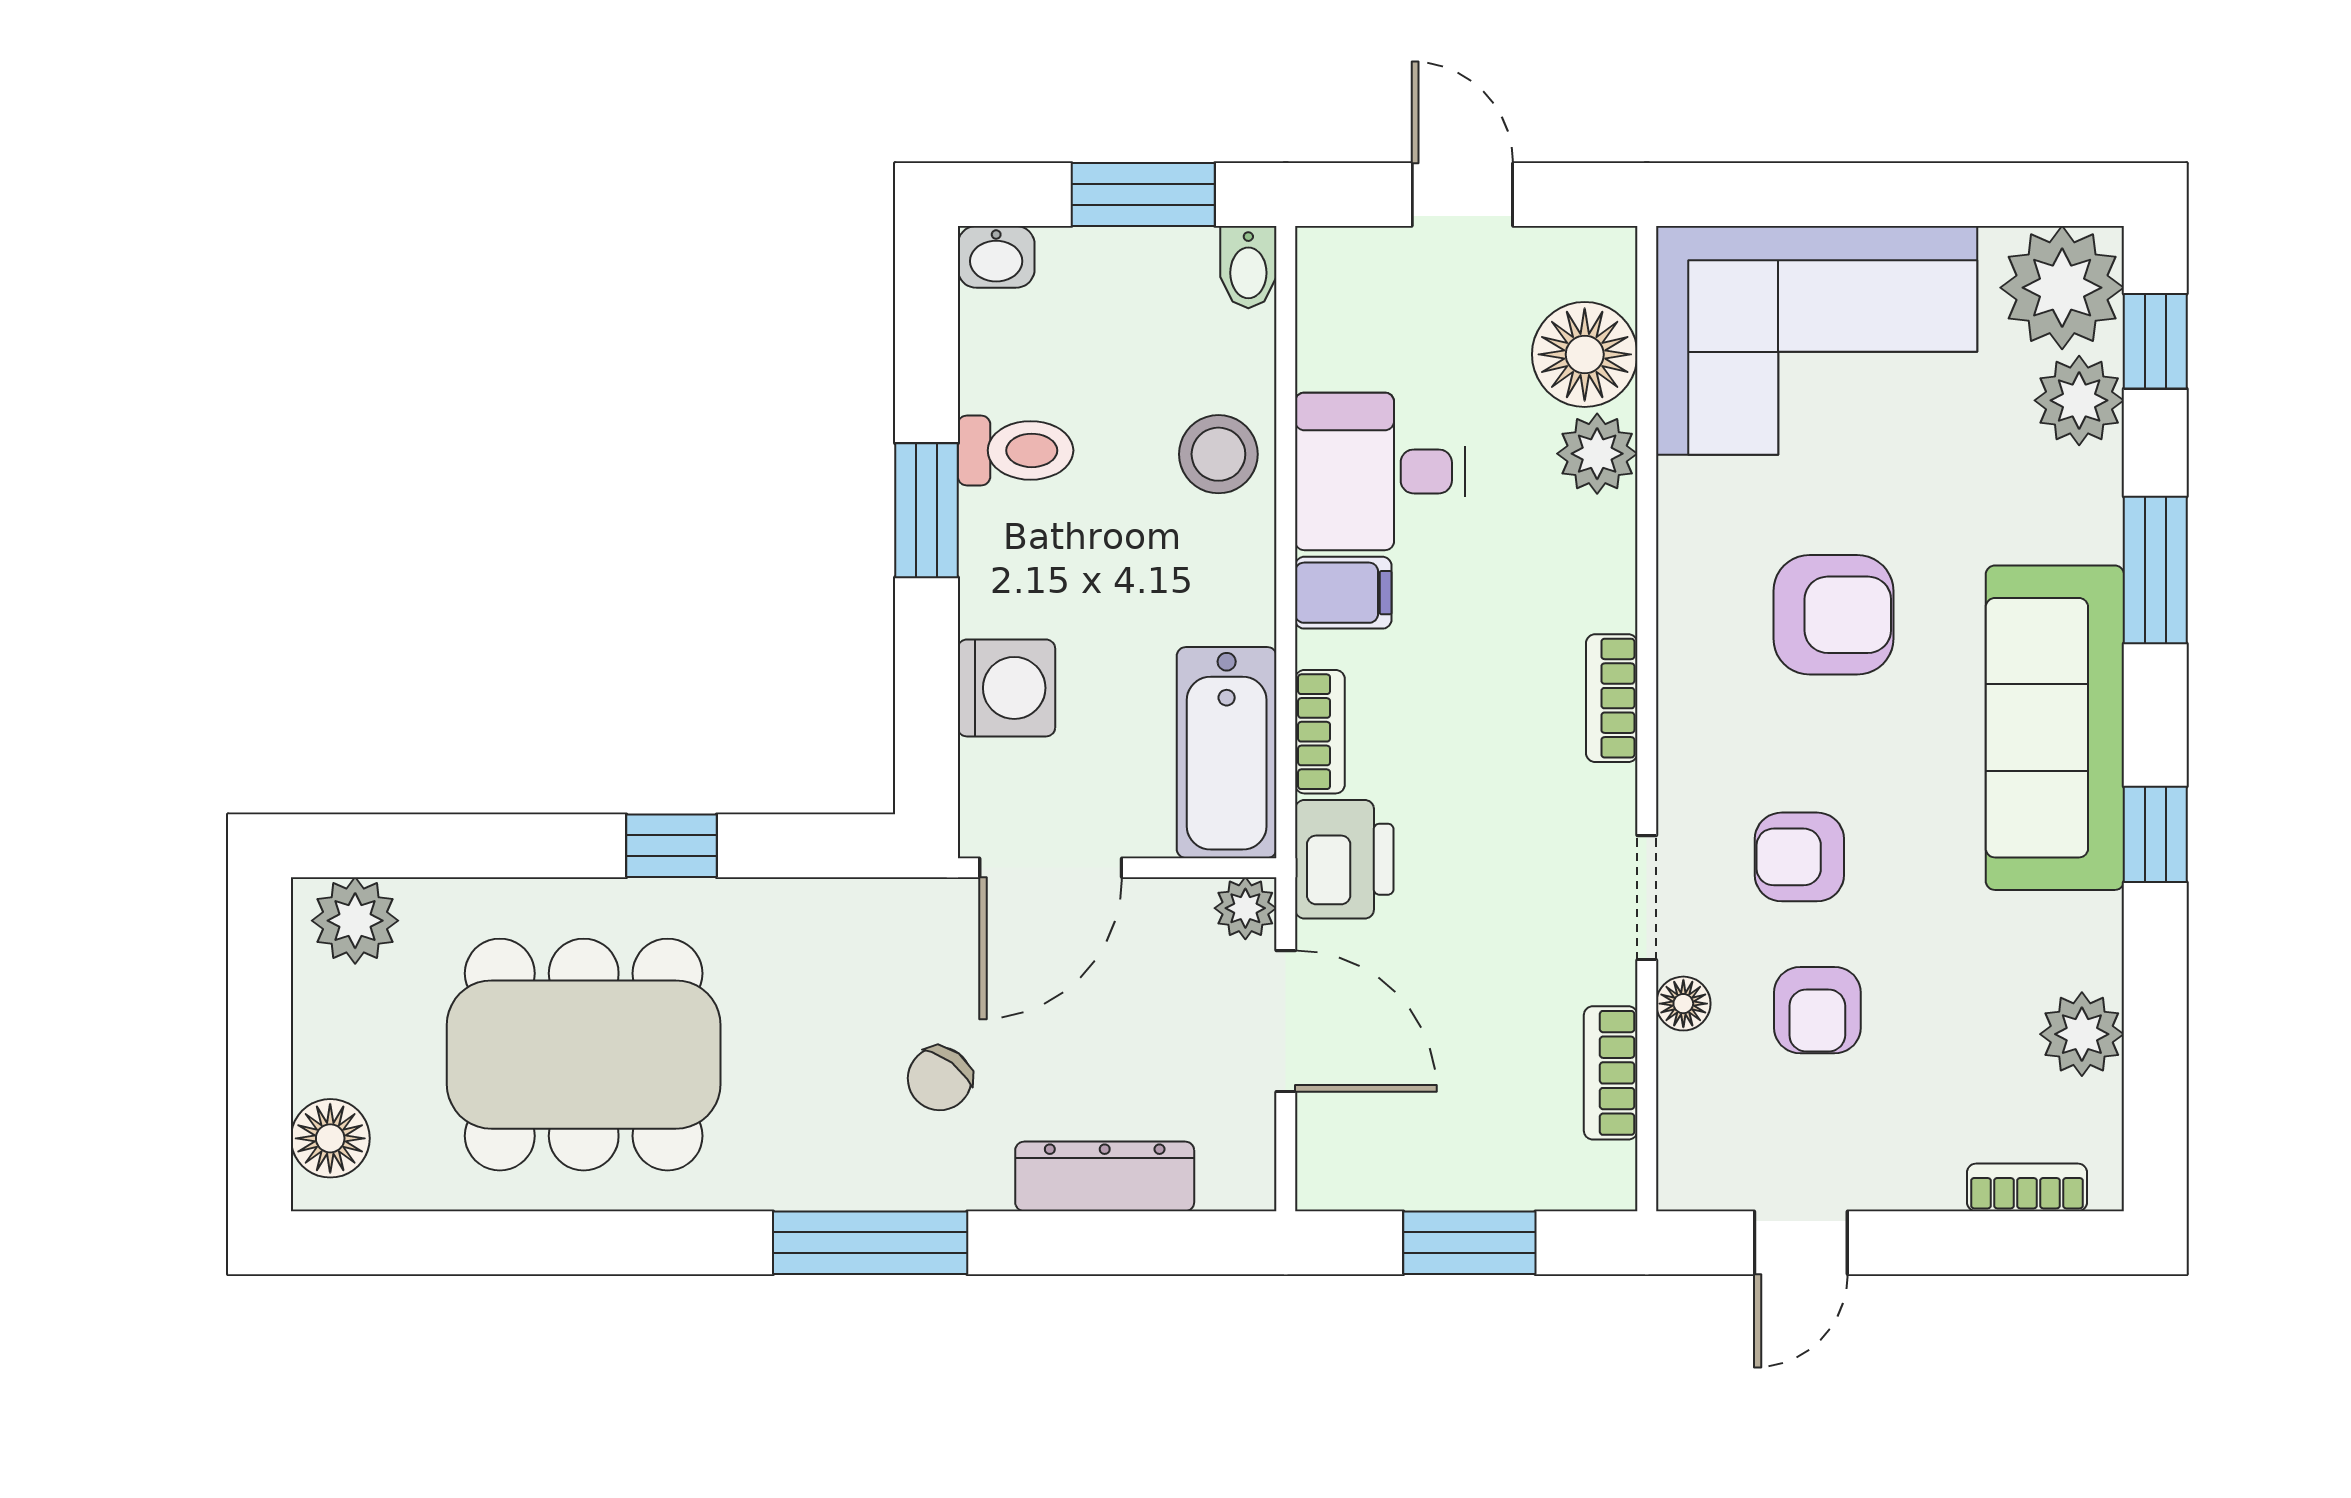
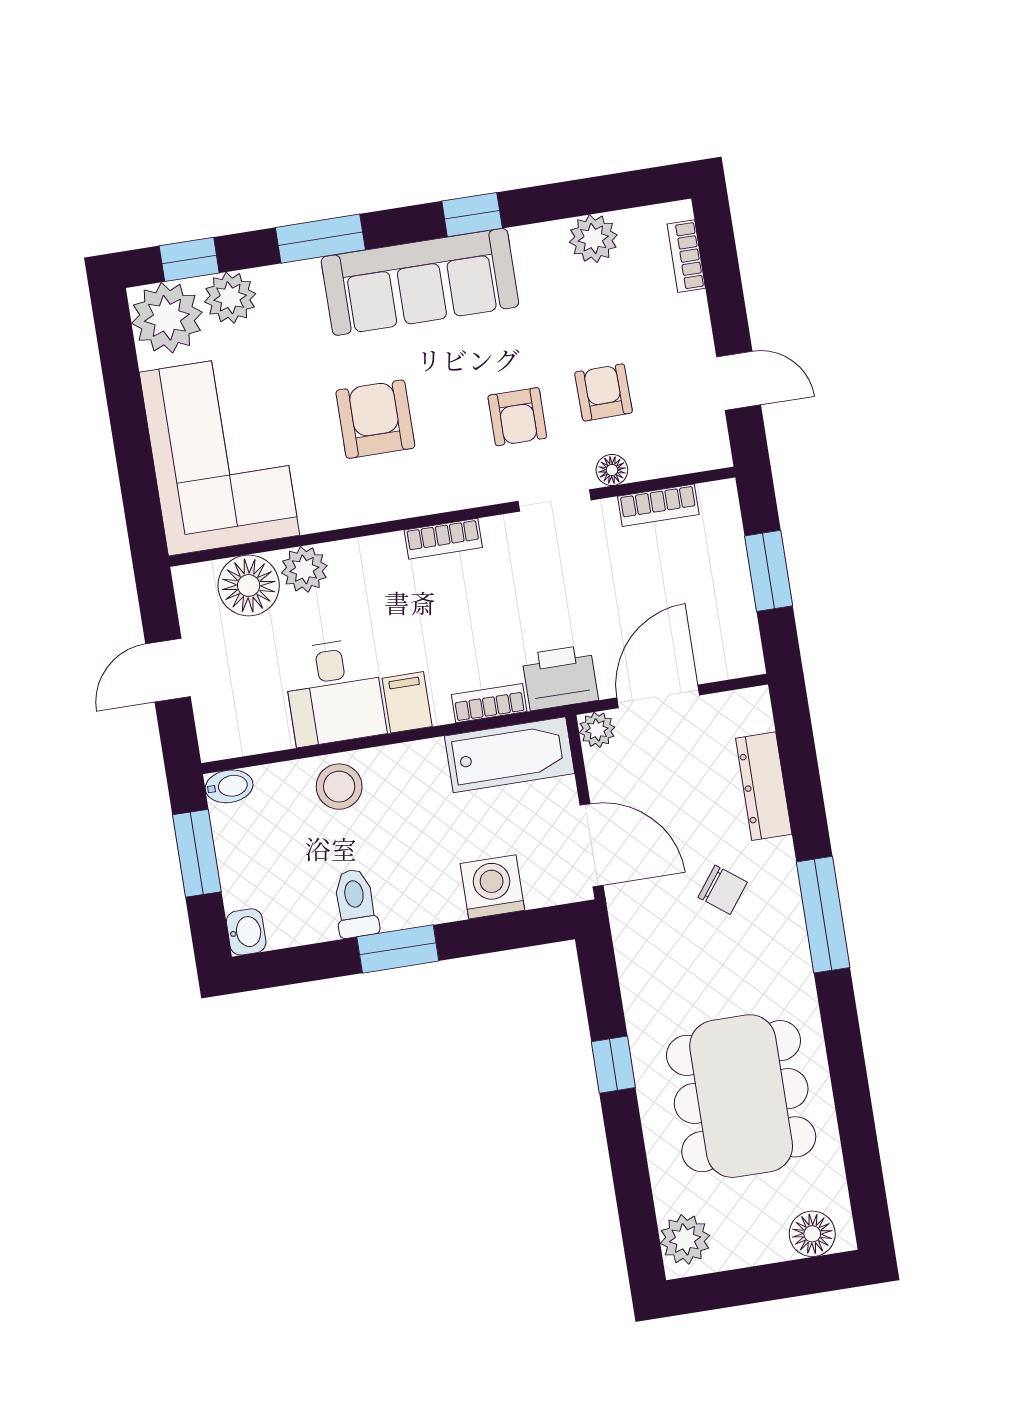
armchair: (1817, 1010) -> (604, 392), turned -91

